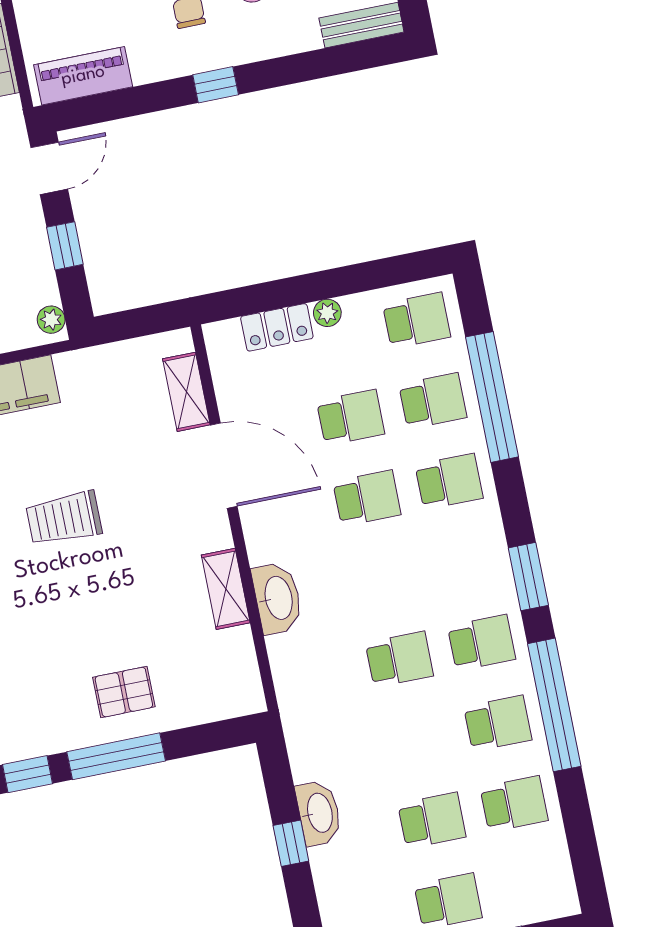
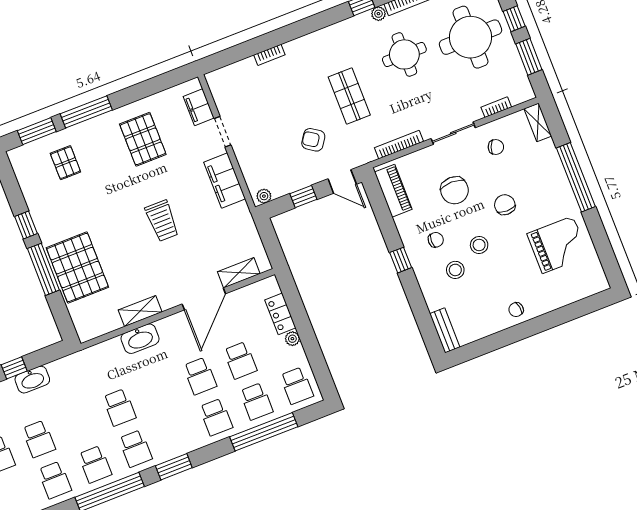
trolley: (64, 518) -> (162, 221), turned 180
pallet: (124, 692) -> (77, 268), width x2.05, depth x2.00

